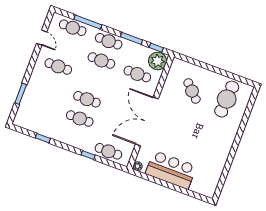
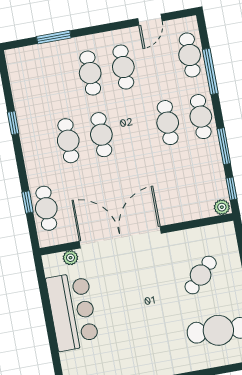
plant: (158, 61) -> (222, 207), width x0.53, depth x0.53
cafe table: (137, 74) -> (90, 73), moved
window: (43, 138) -> (13, 123), moved
window: (88, 155) -> (28, 202), moved
plant: (137, 166) -> (70, 258), moved

